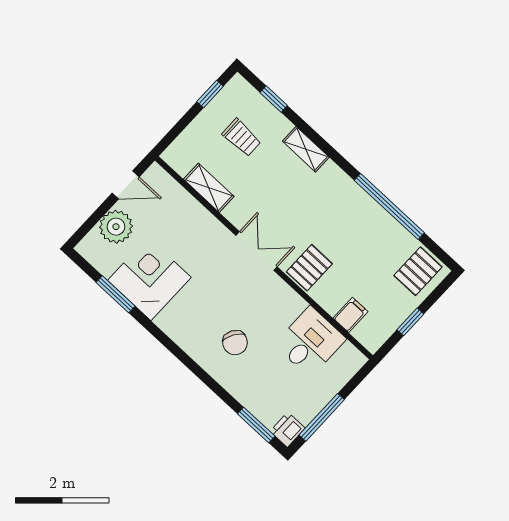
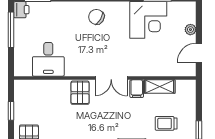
plant: (116, 227) -> (190, 30), width x0.53, depth x0.53
filing cabinet: (350, 315) -> (137, 89), moved
chair: (235, 343) -> (96, 17), moved

